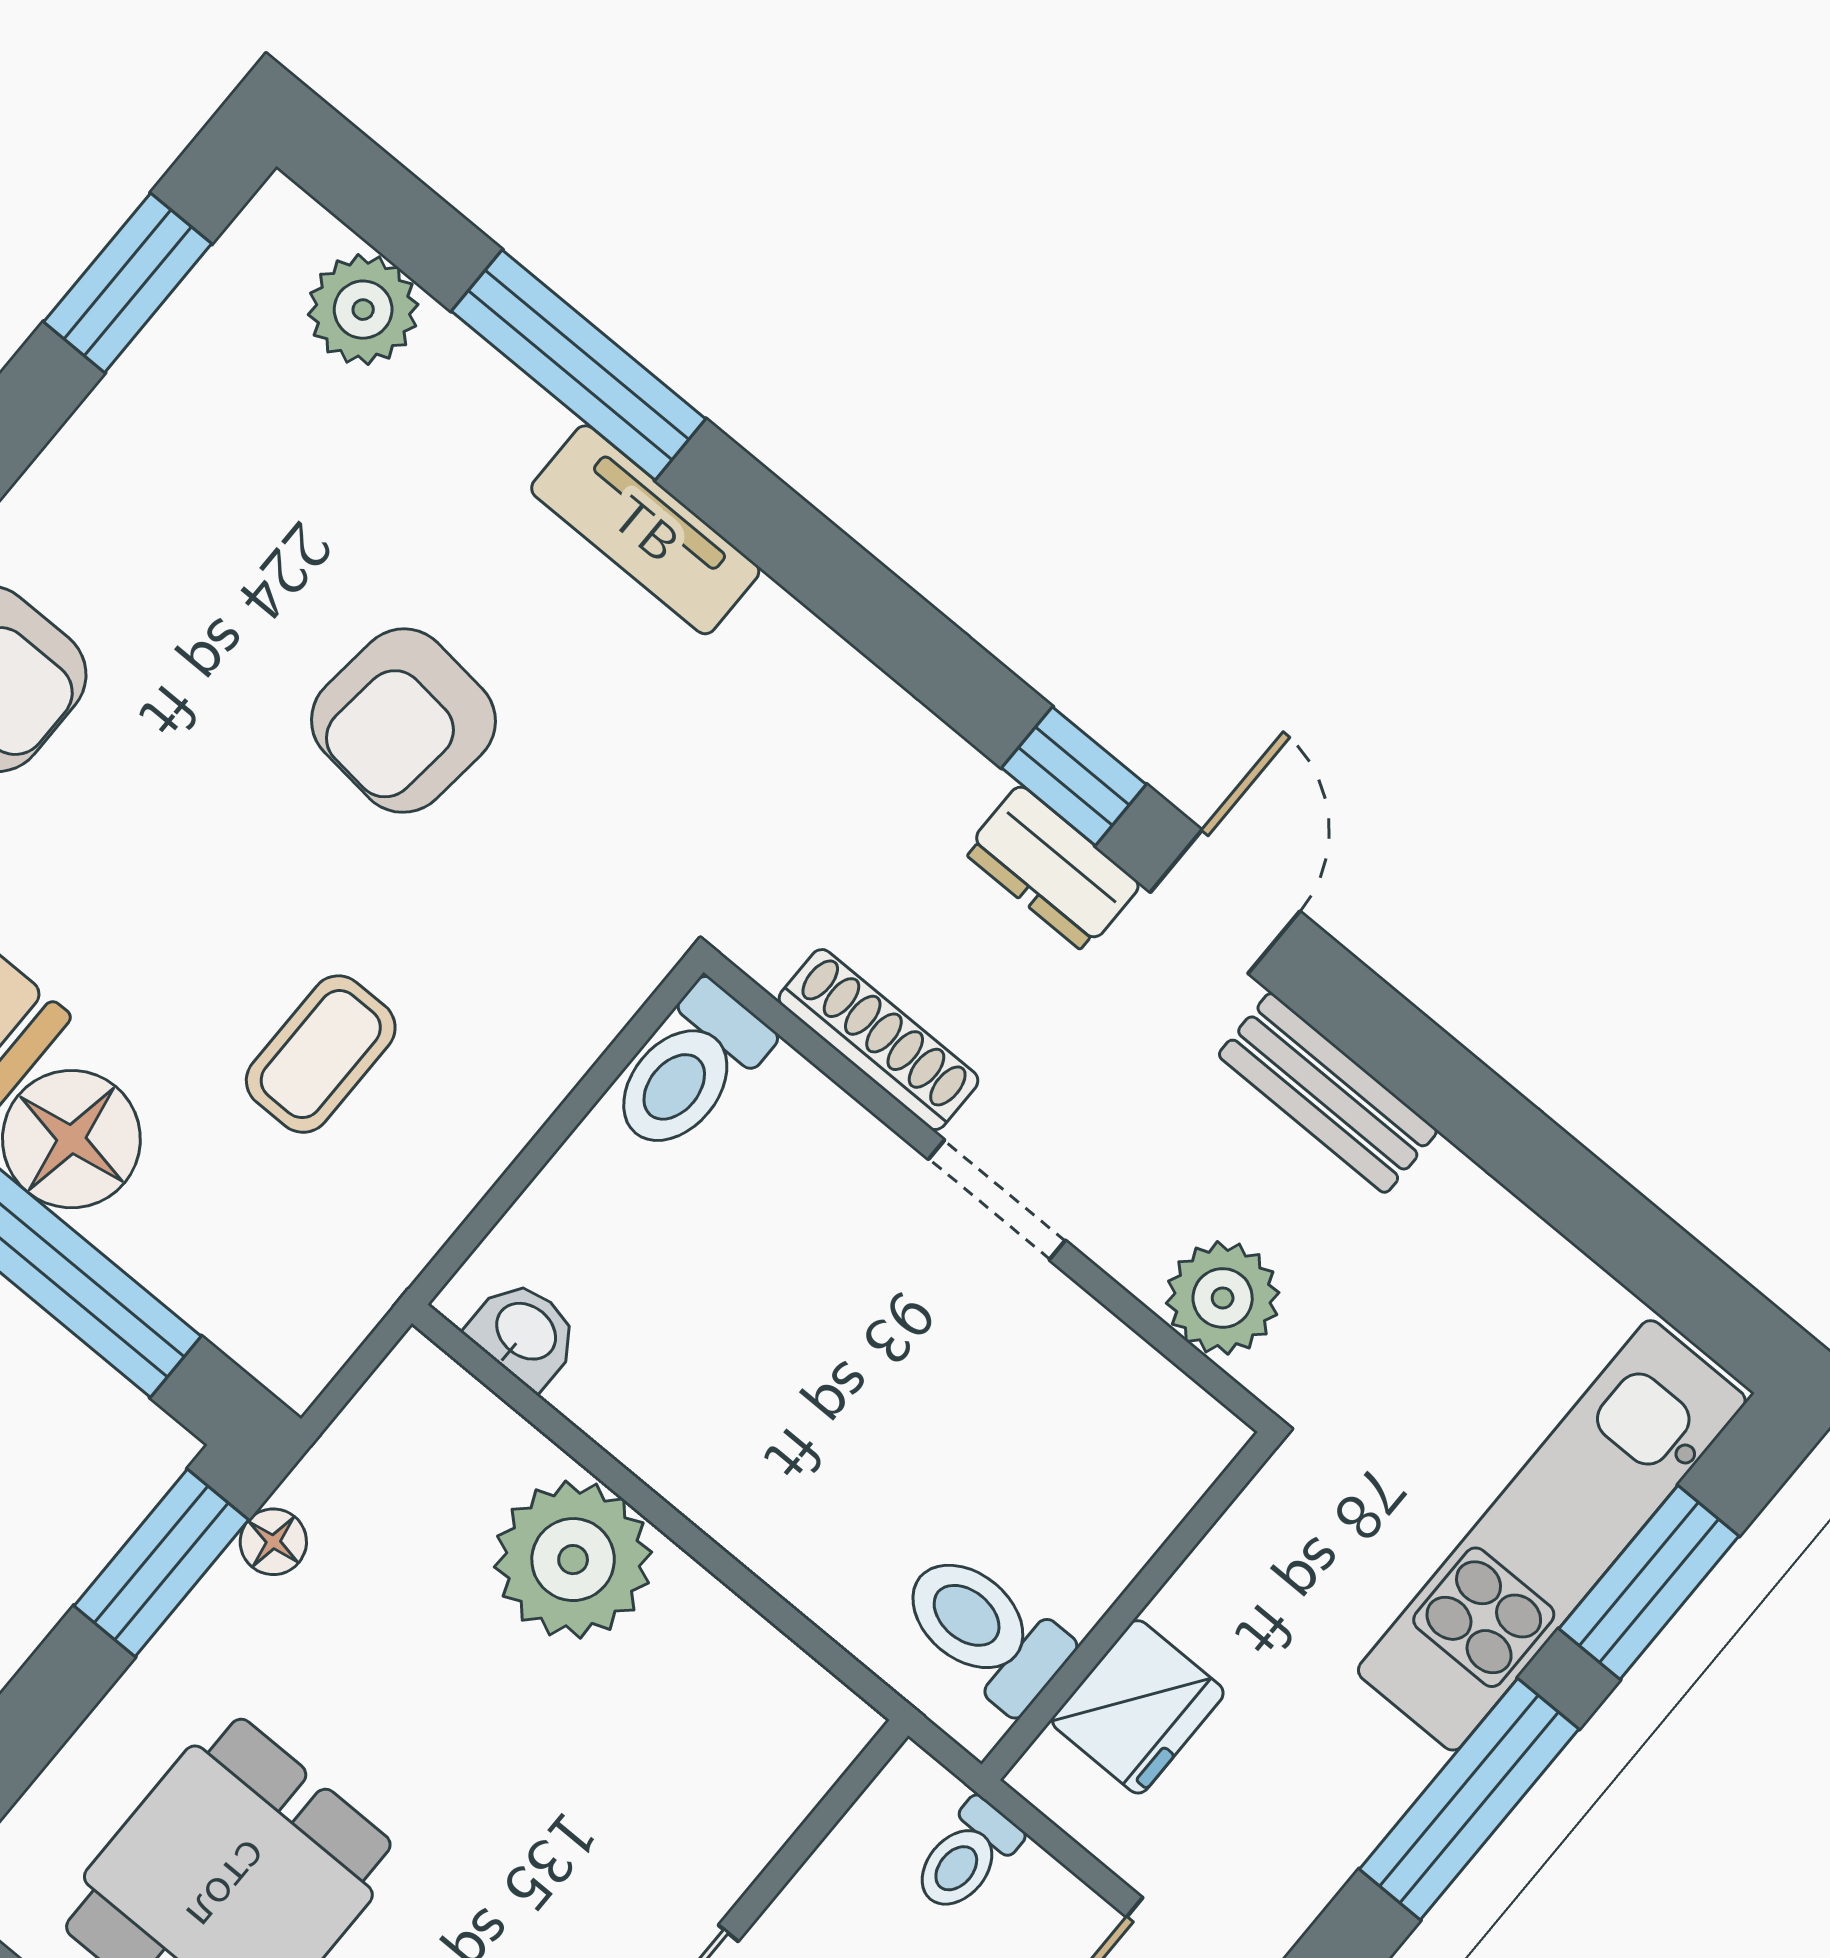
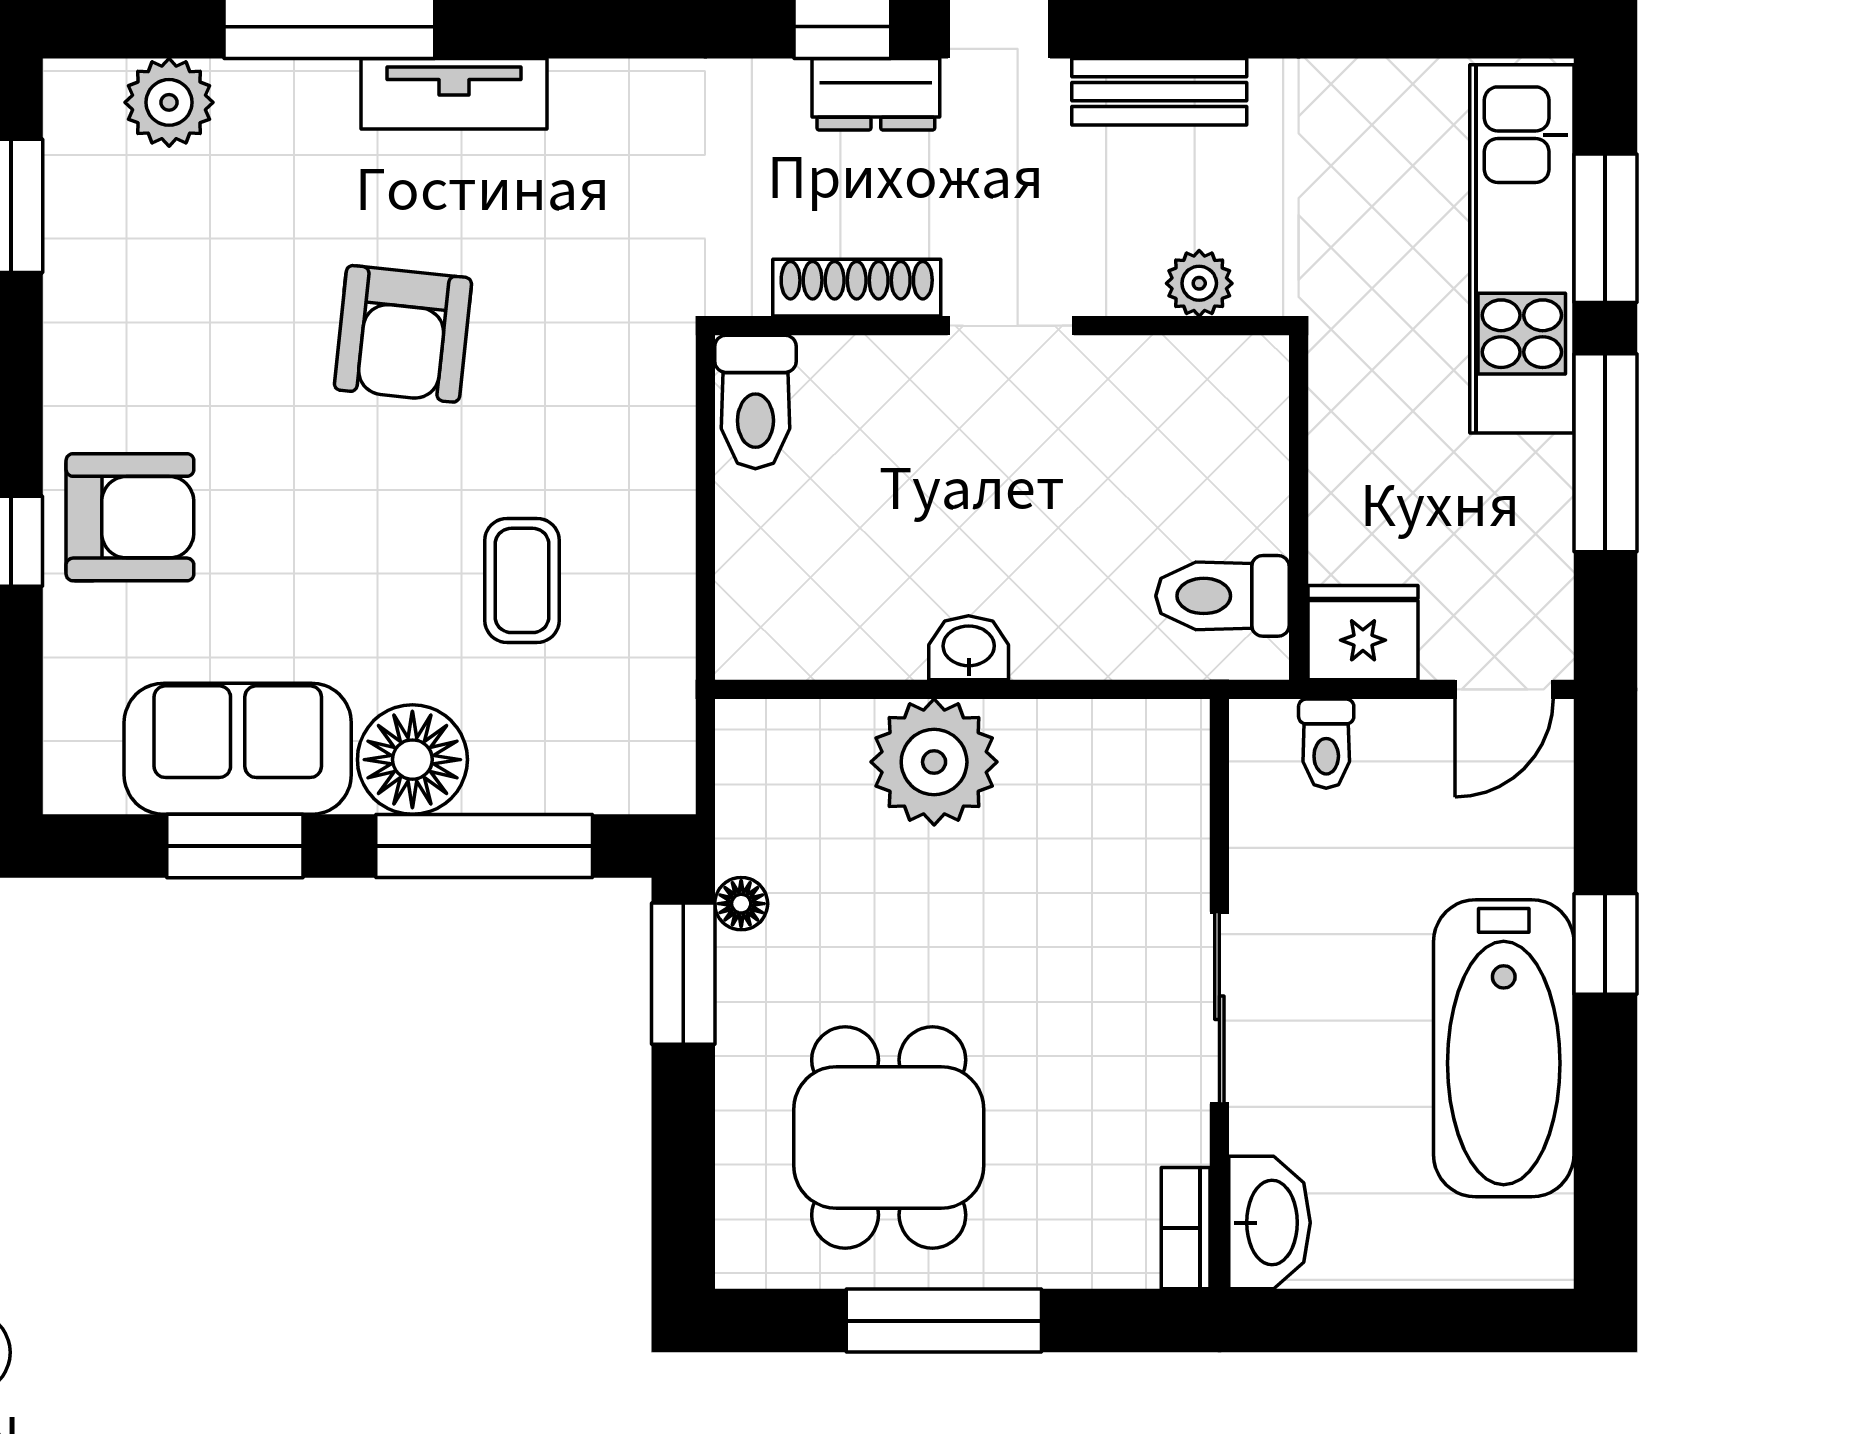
plant: (1223, 1298) -> (1199, 283), width x0.73, depth x0.73
washbasin: (525, 1333) -> (969, 648), moved
fridge: (1138, 1707) -> (1363, 633), moved, turned -90

